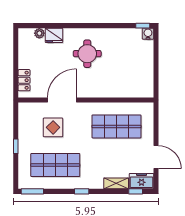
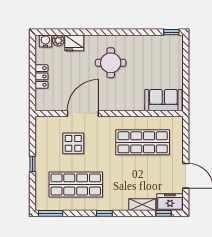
water cooler: (148, 34) -> (45, 41), moved
locker: (24, 80) -> (42, 76), moved
sofa: (136, 88) -> (163, 100), added

